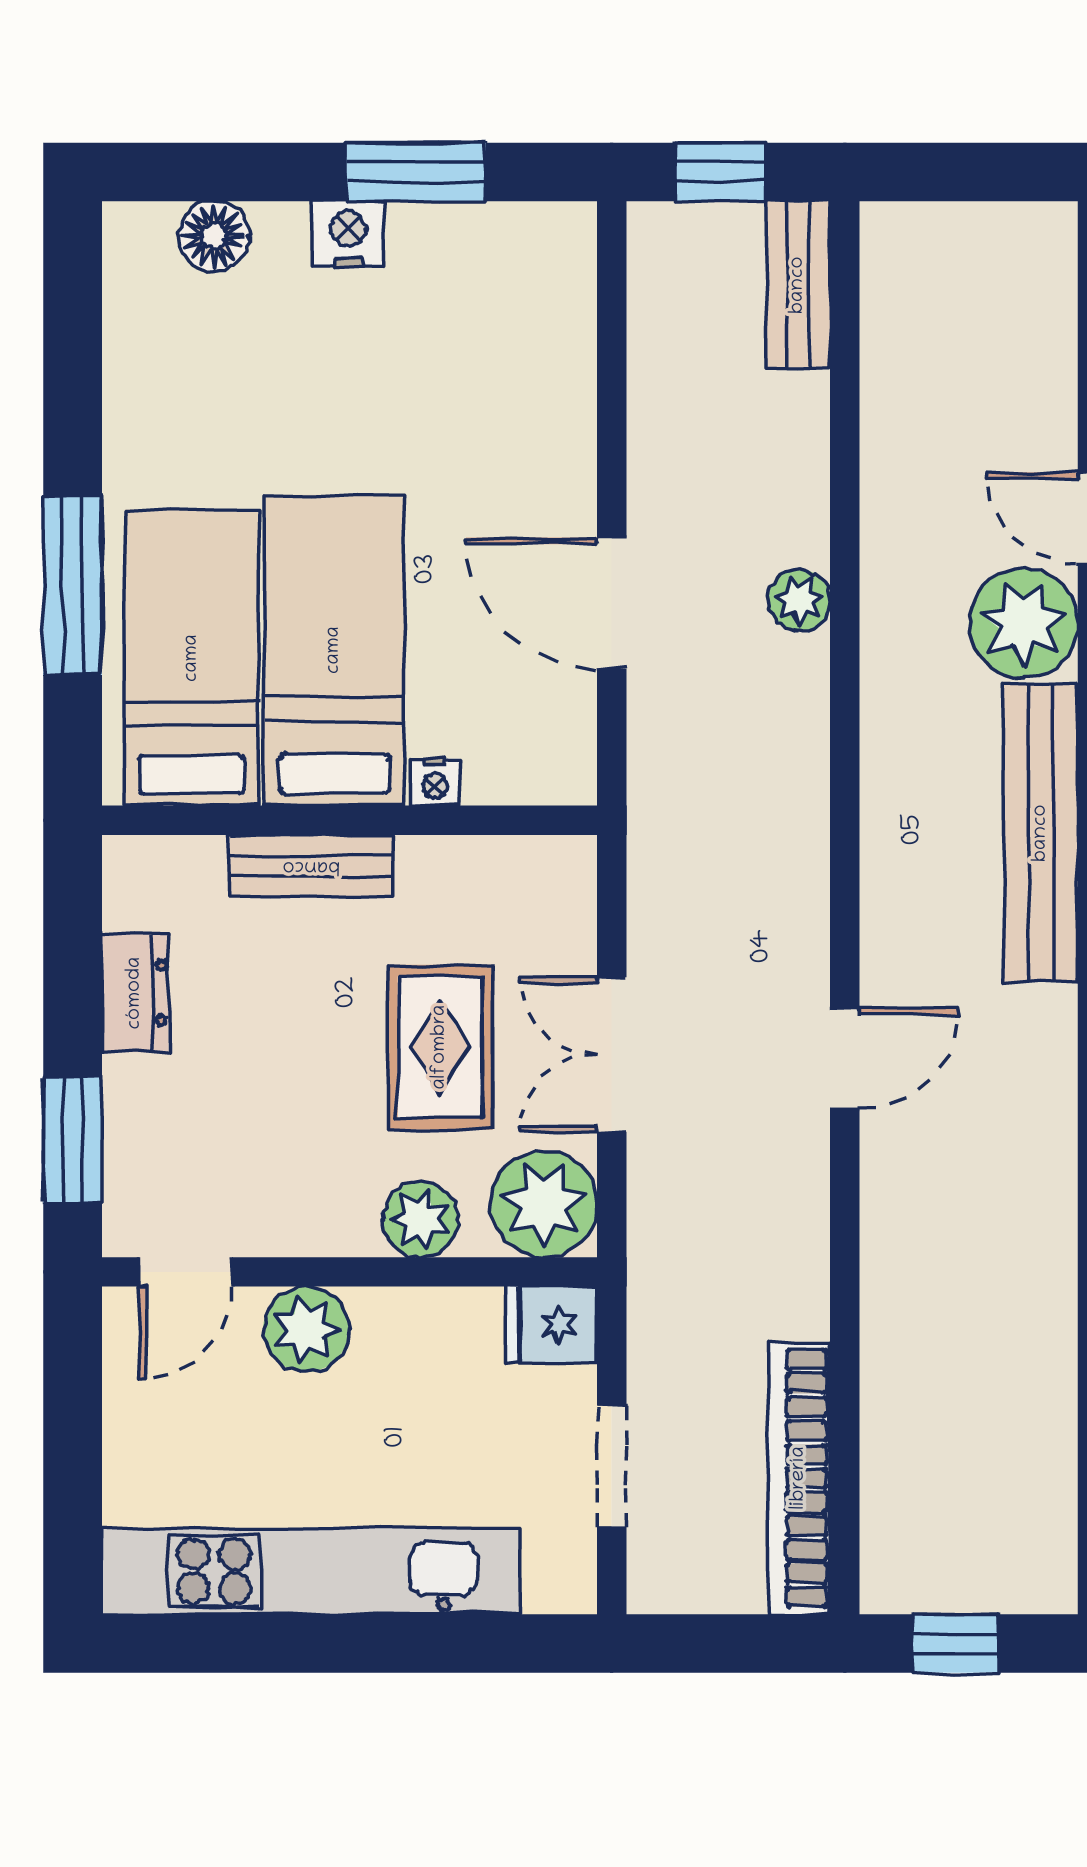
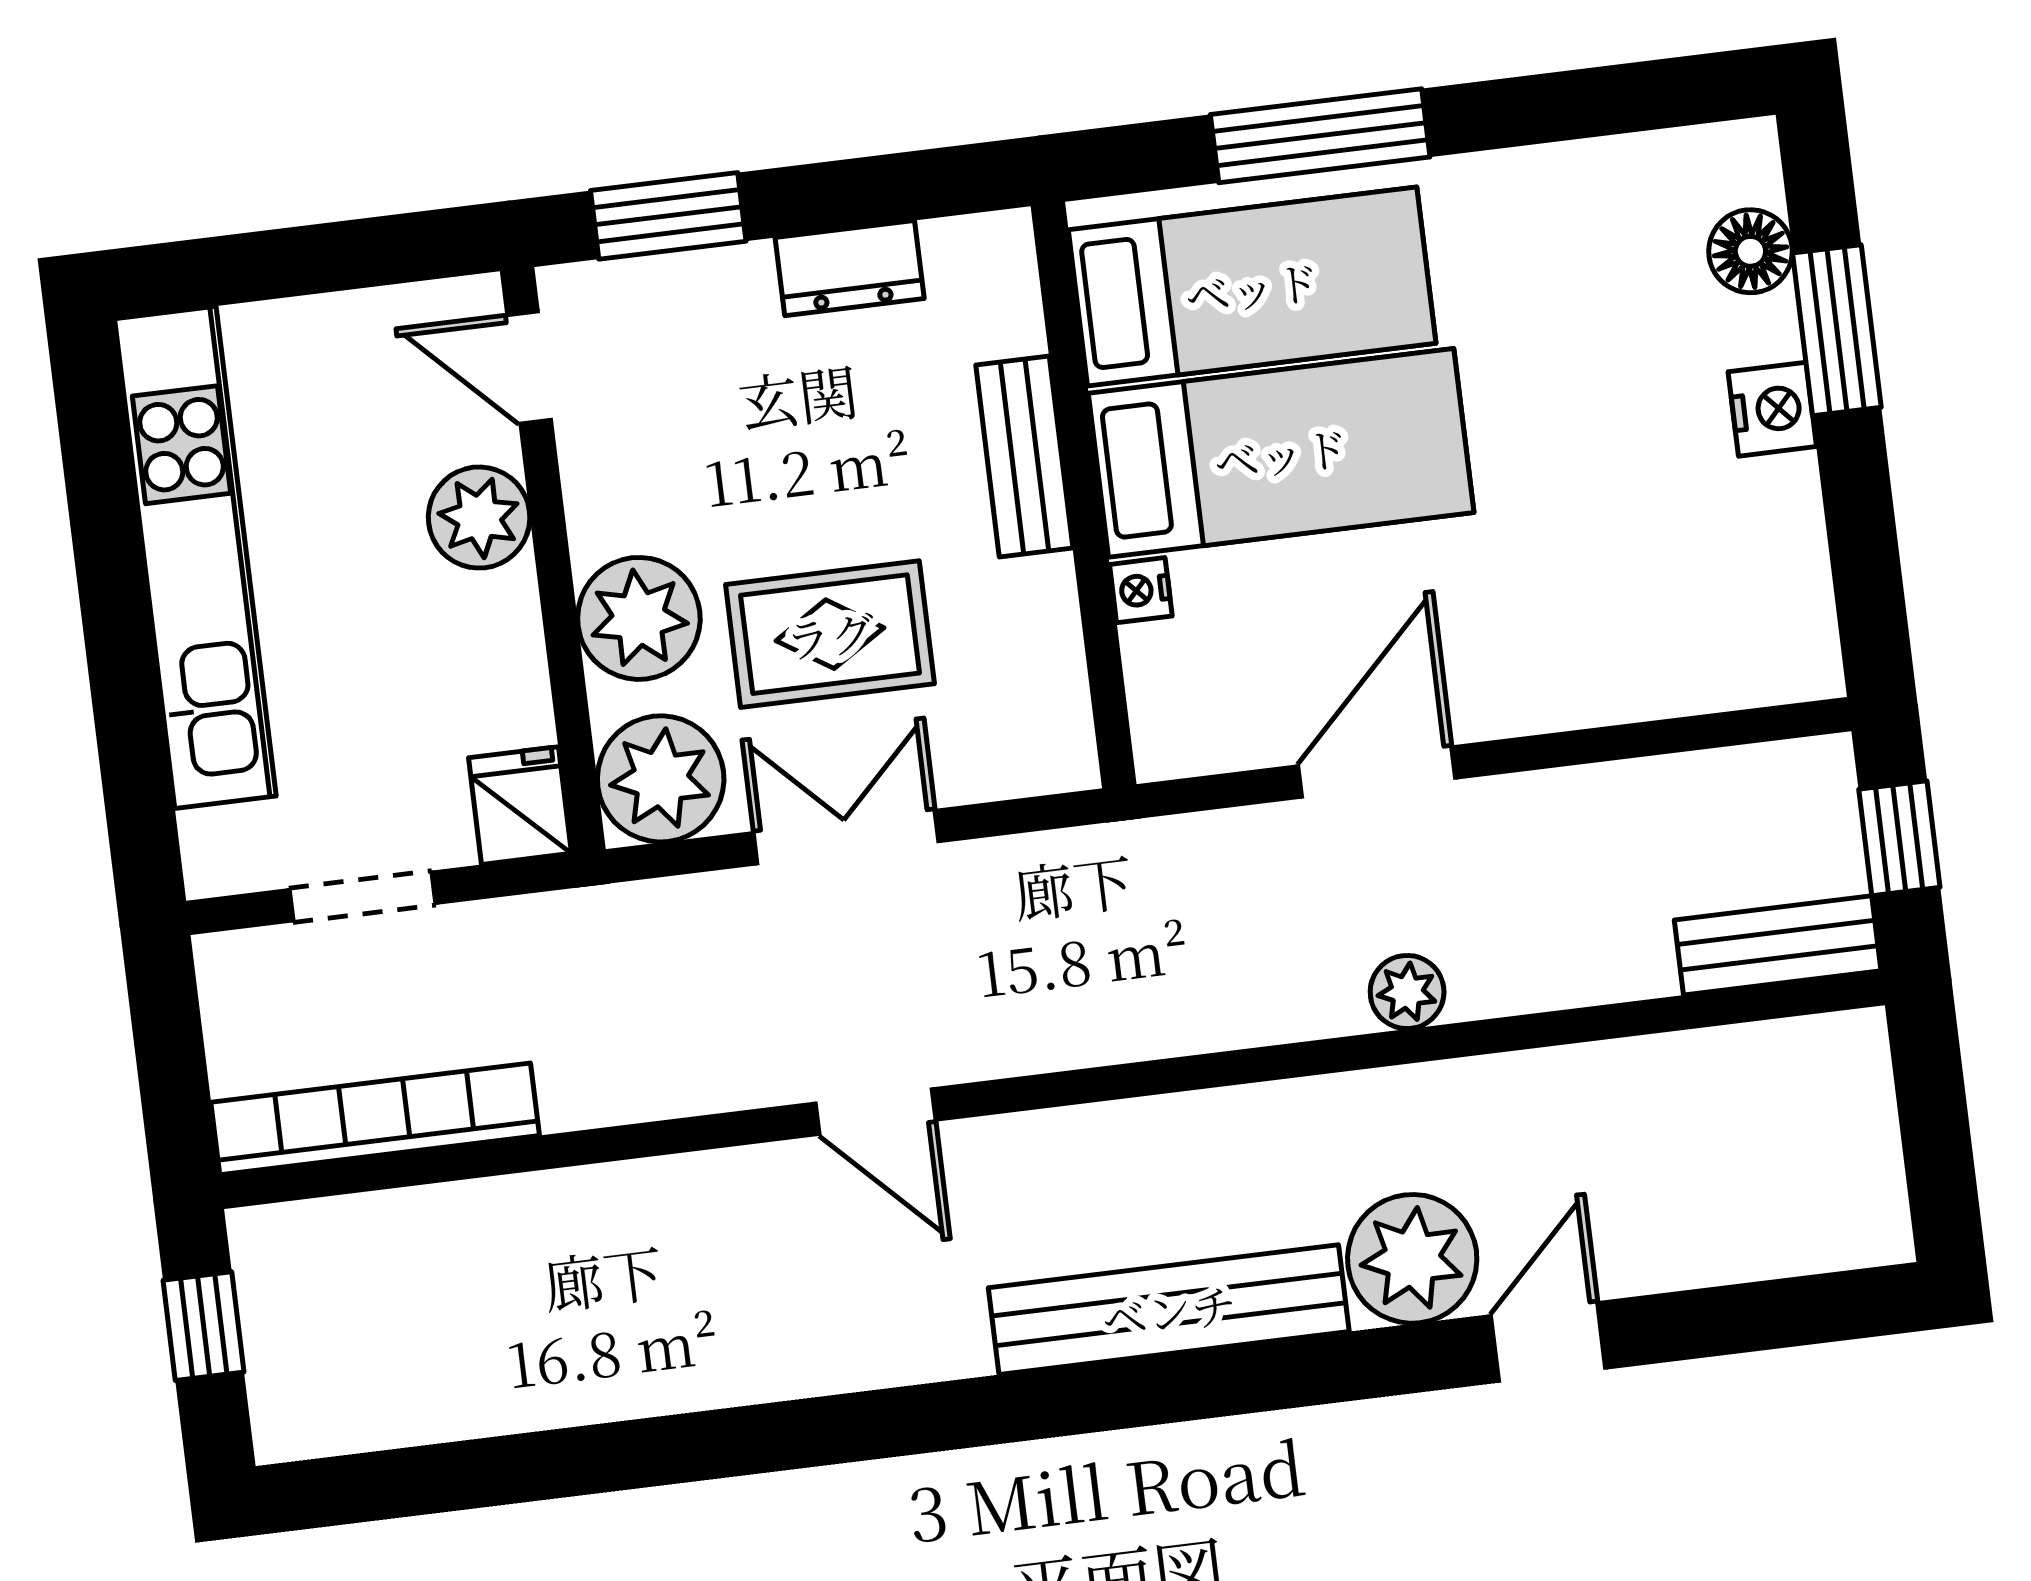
window: (416, 172) -> (1837, 330), moved
plant: (421, 1219) -> (639, 618), width x1.36, depth x1.36

